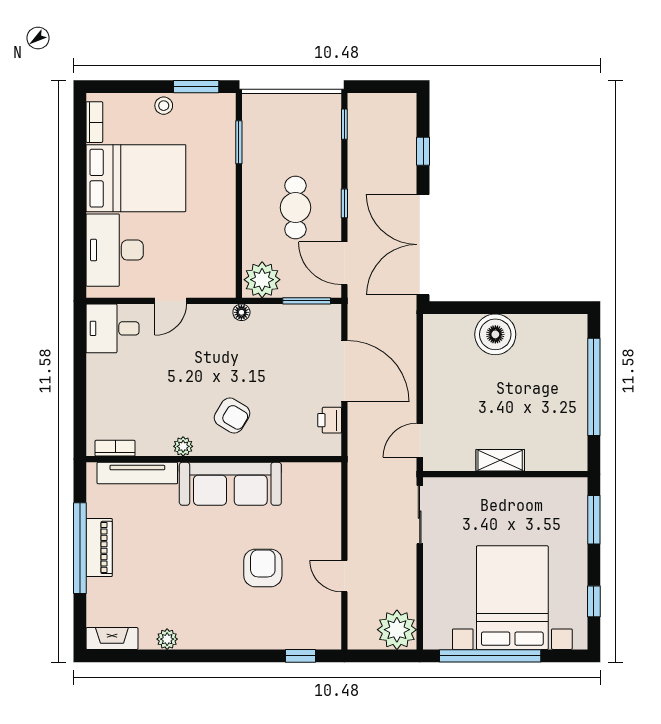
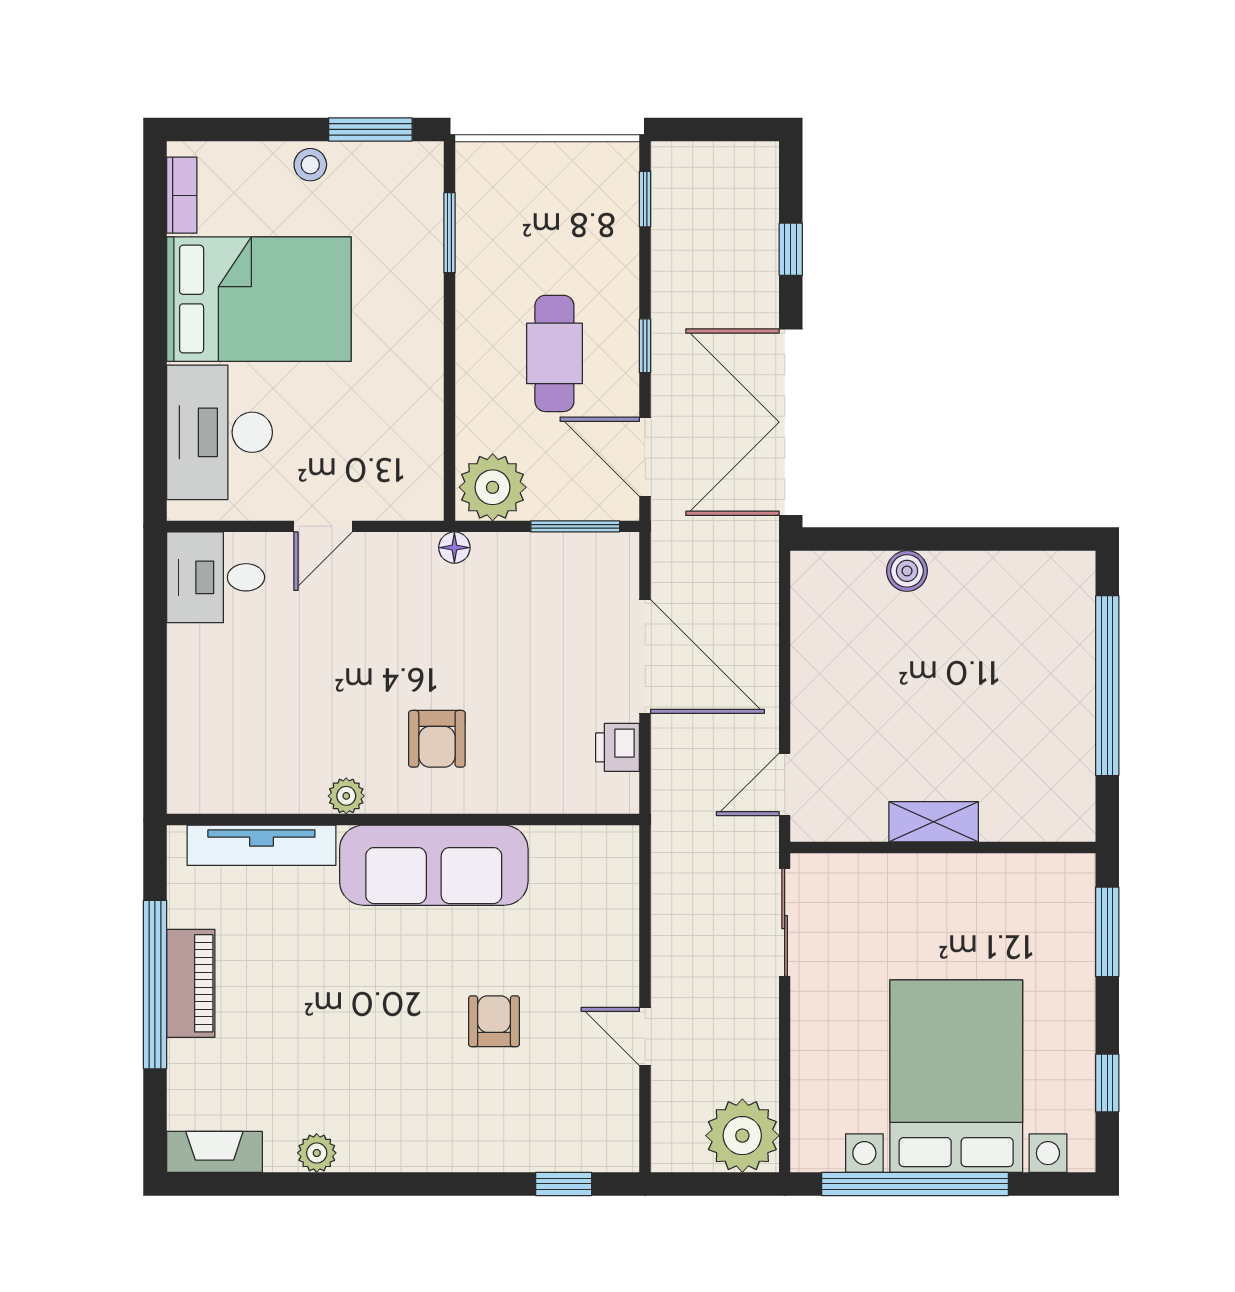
boiler: (495, 334) -> (907, 571), width x0.54, depth x0.54
armchair: (232, 416) -> (437, 739), turned 59
bookcase: (115, 448) -> (220, 799), removed
armchair: (263, 568) -> (494, 1021), width x0.72, depth x0.72

